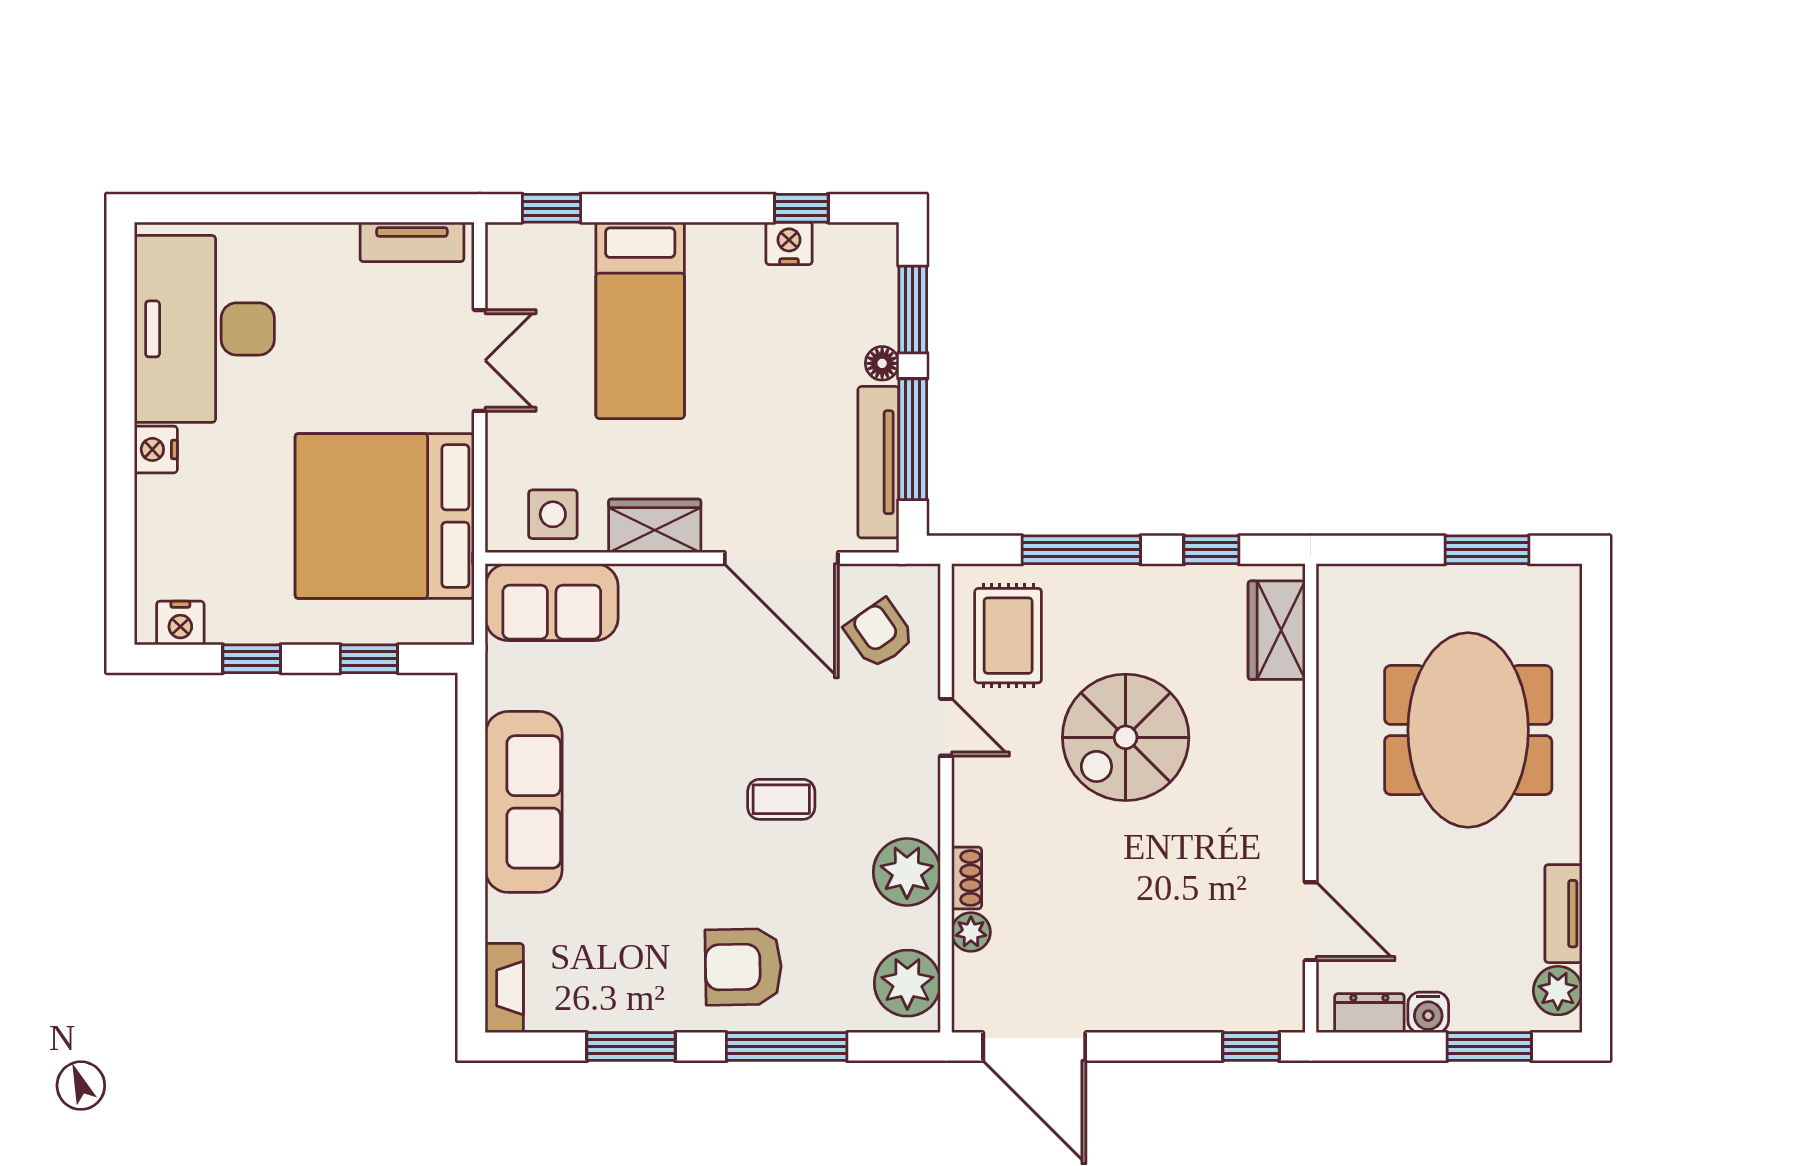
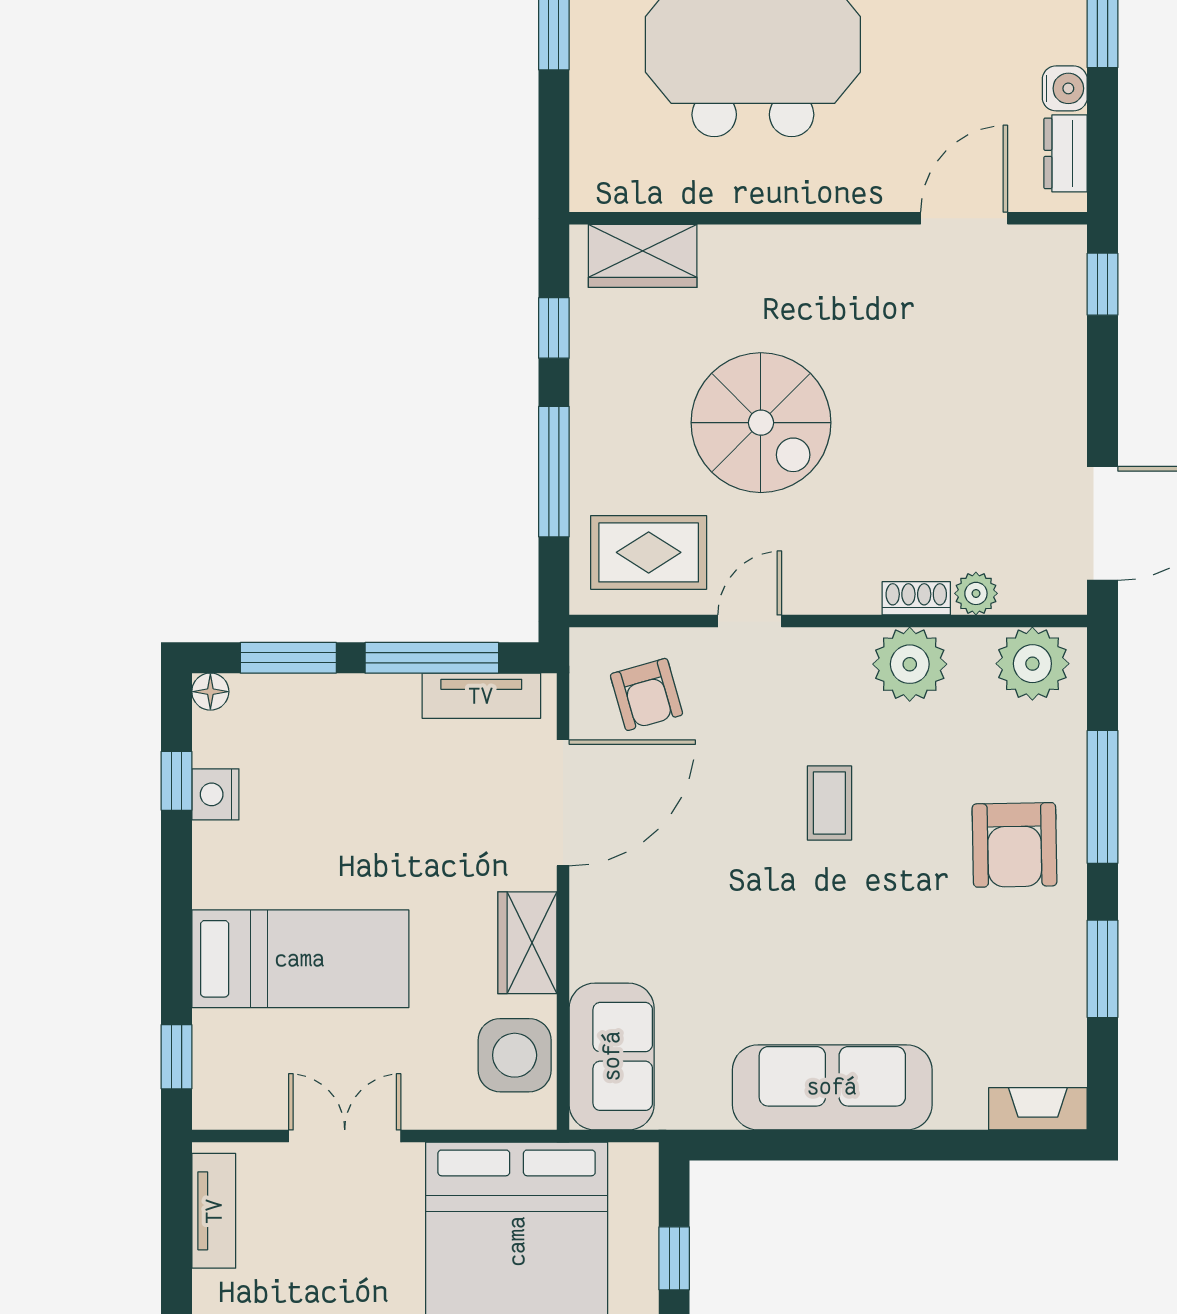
floor lamp: (882, 363) -> (210, 692), moved
tv unit: (878, 462) -> (481, 696), width x0.71
side table: (553, 514) -> (515, 1055), width x1.37, depth x1.37
armchair: (879, 634) -> (646, 694), turned -71

